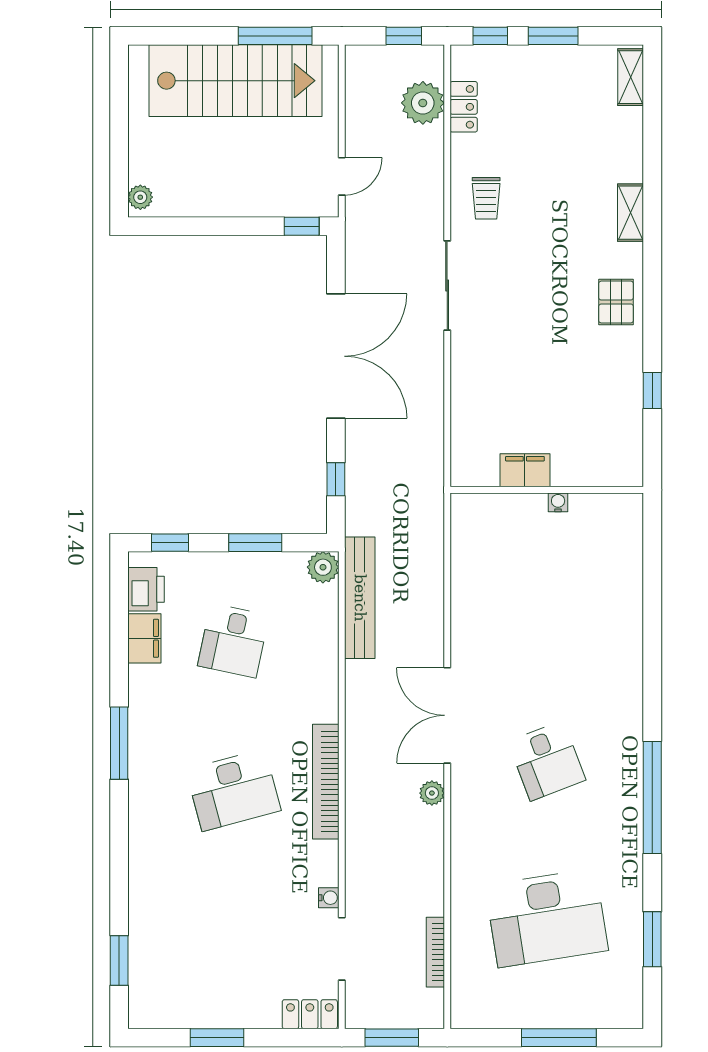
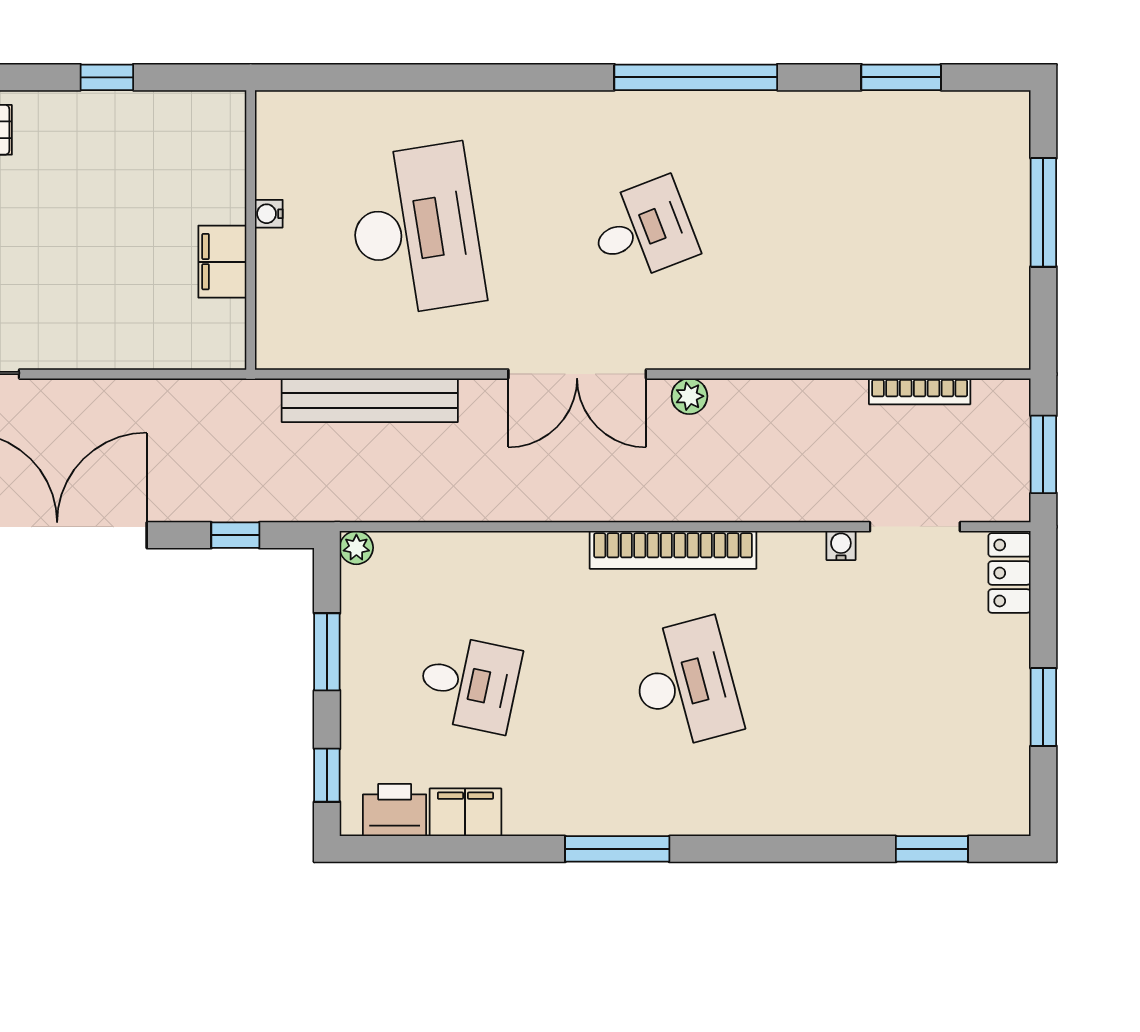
plant: (323, 567) -> (356, 548), width x0.73, depth x0.73
bench: (360, 598) -> (370, 400), moved
desk: (547, 918) -> (415, 230), moved

